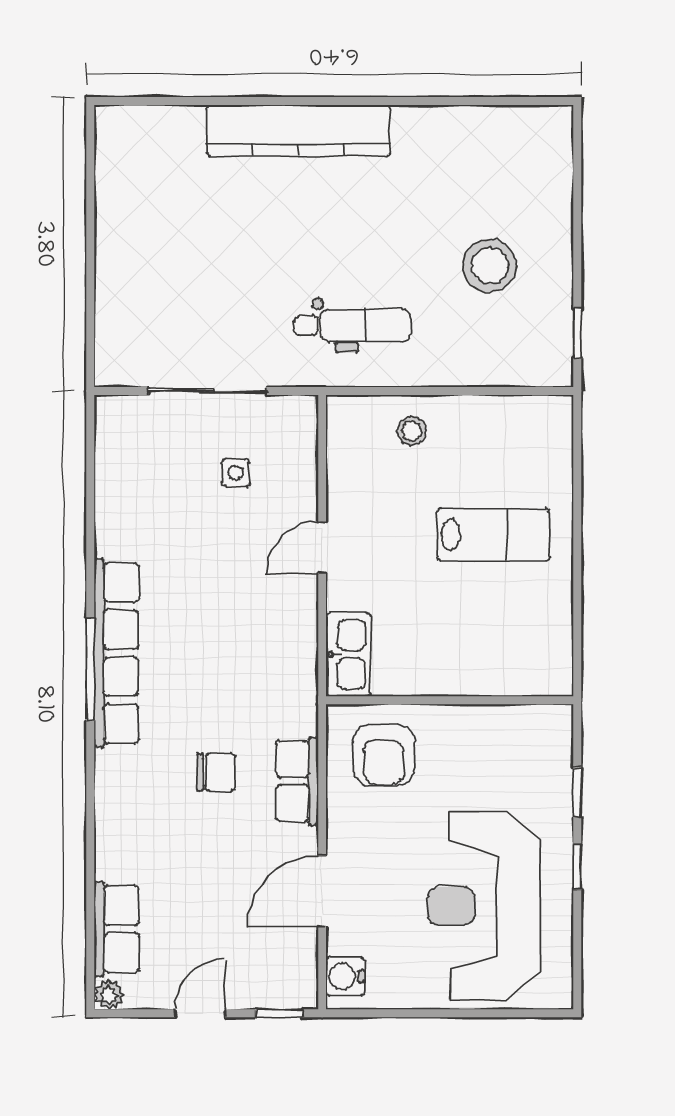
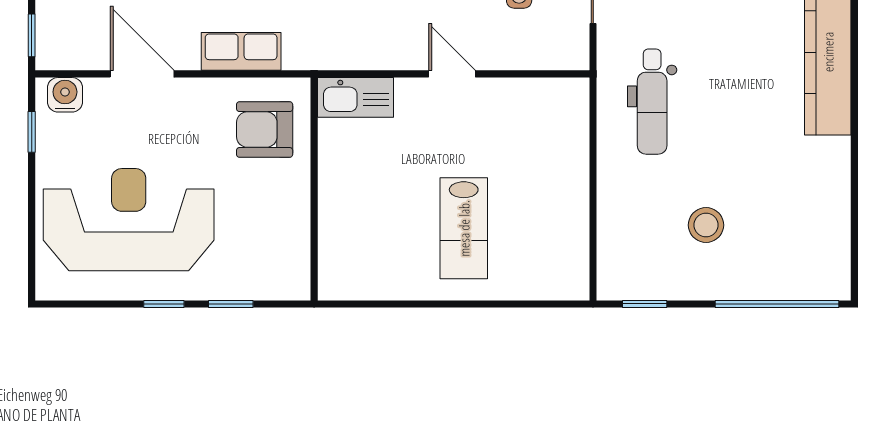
window: (577, 187) -> (777, 304), added
stool: (490, 266) -> (706, 225), width x0.73, depth x0.73
stool: (412, 431) -> (557, 155), removed
window: (386, 1013) -> (32, 132), added

